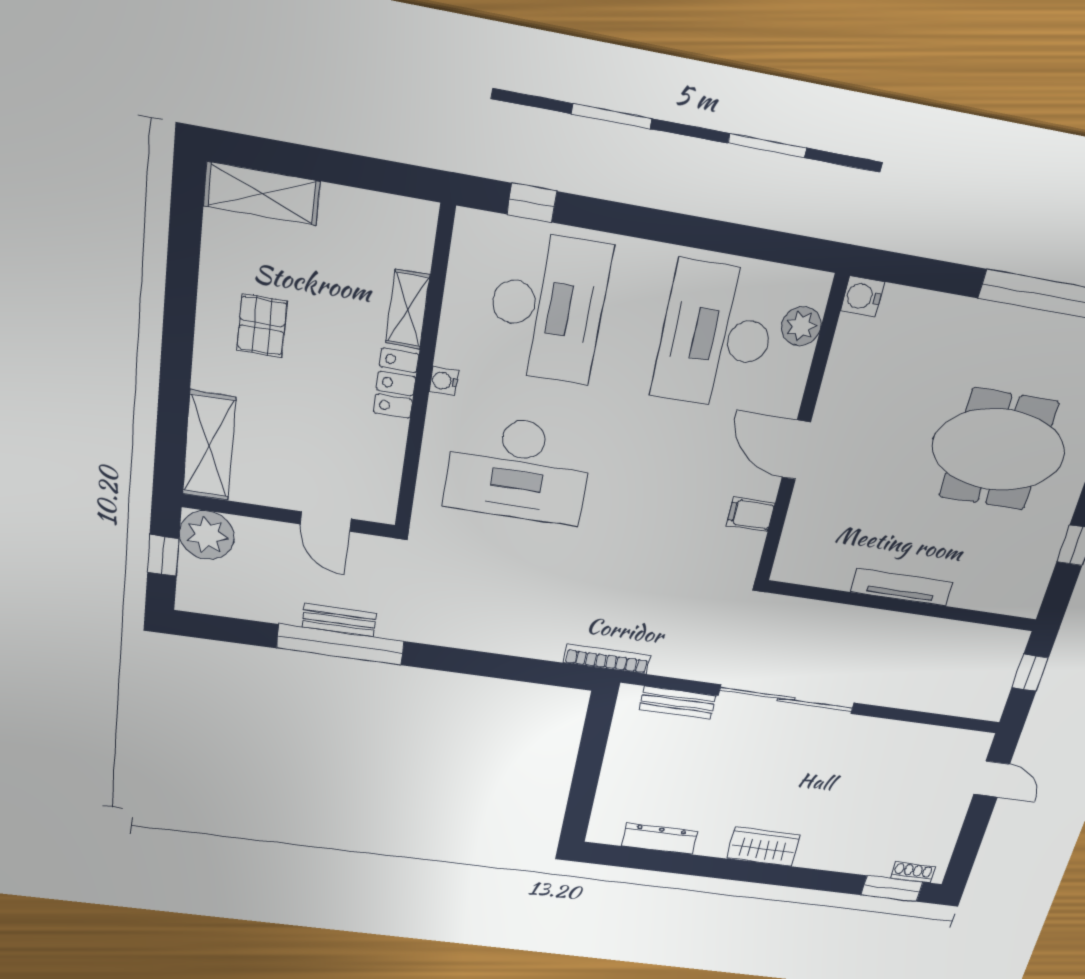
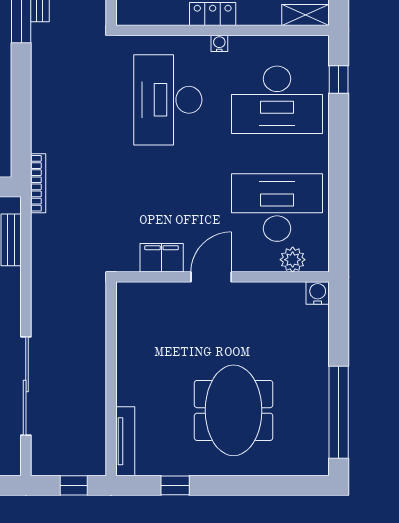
shelving: (408, 309) -> (305, 15), moved
filing cabinet: (751, 514) -> (162, 258), width x2.00
tv unit: (902, 587) -> (125, 441), moved
sliding door: (786, 699) -> (26, 386), moved

